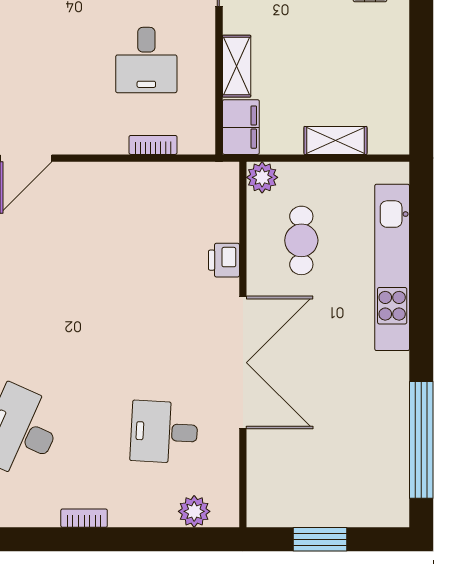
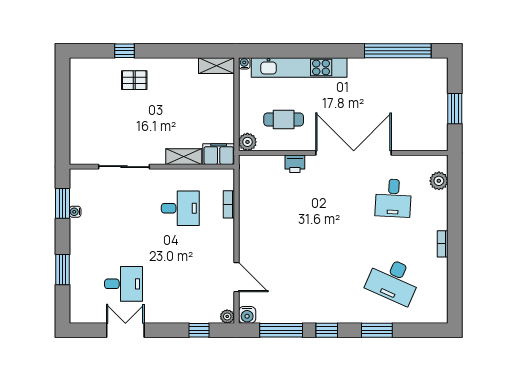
shelving: (335, 140) -> (216, 66), moved, turned 90
water cooler: (399, 172) -> (244, 63), added

